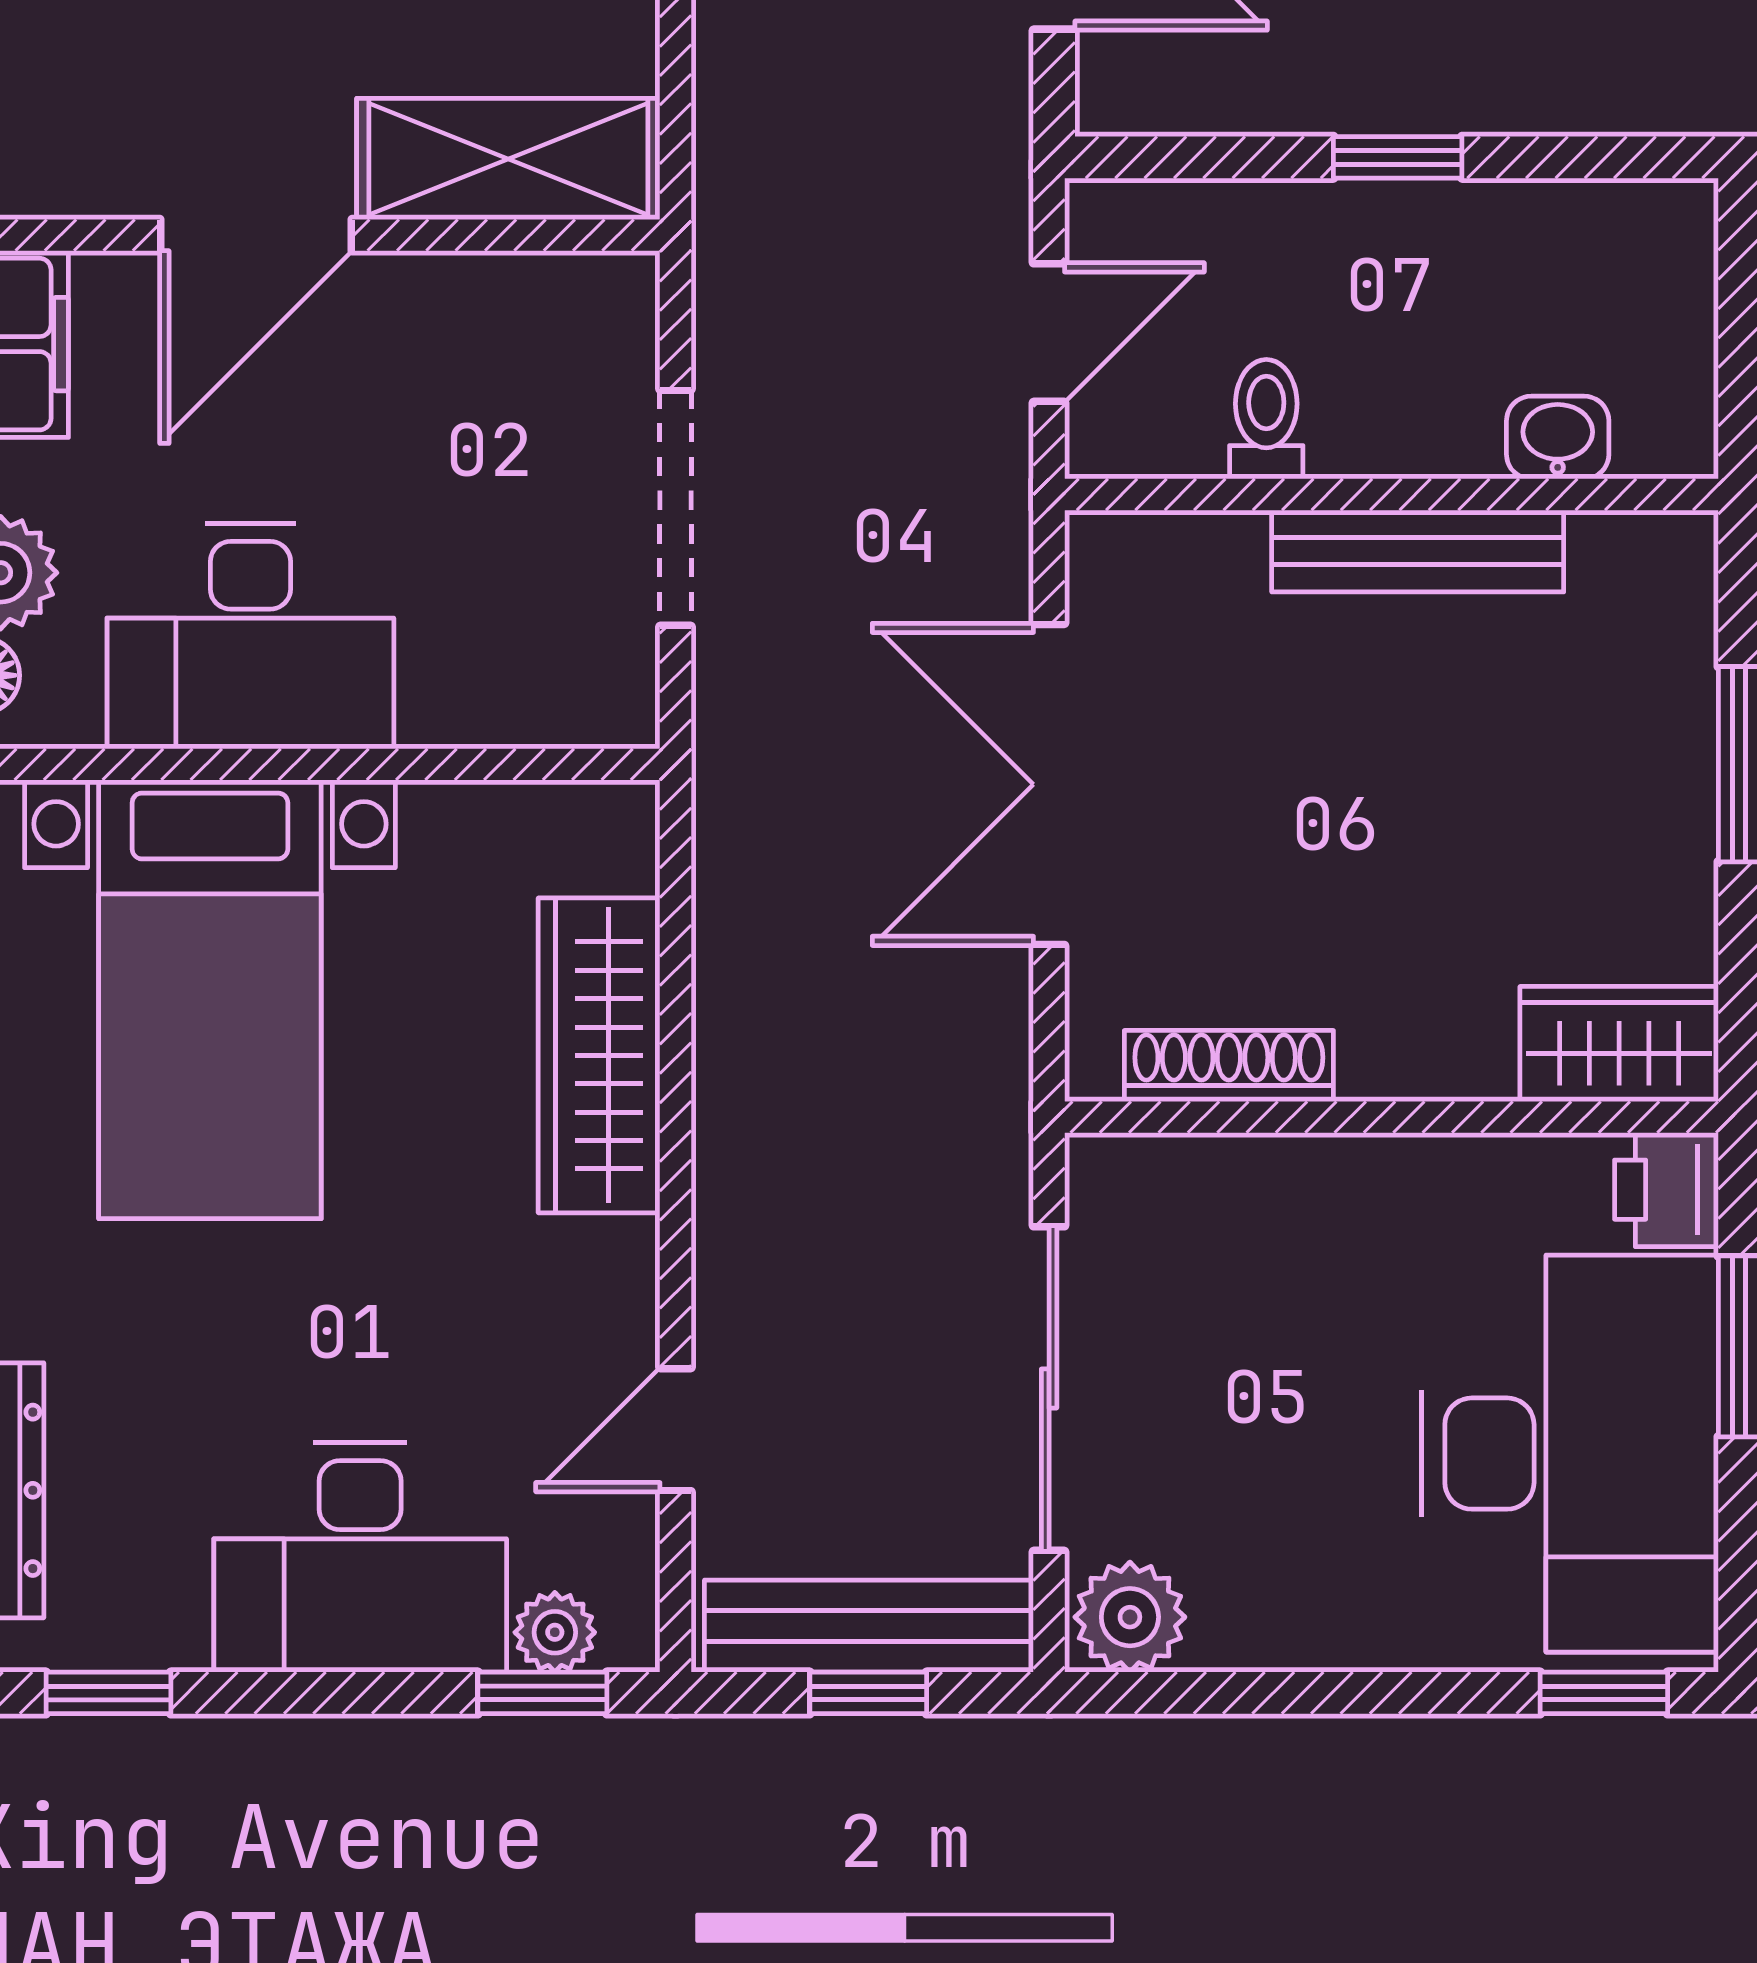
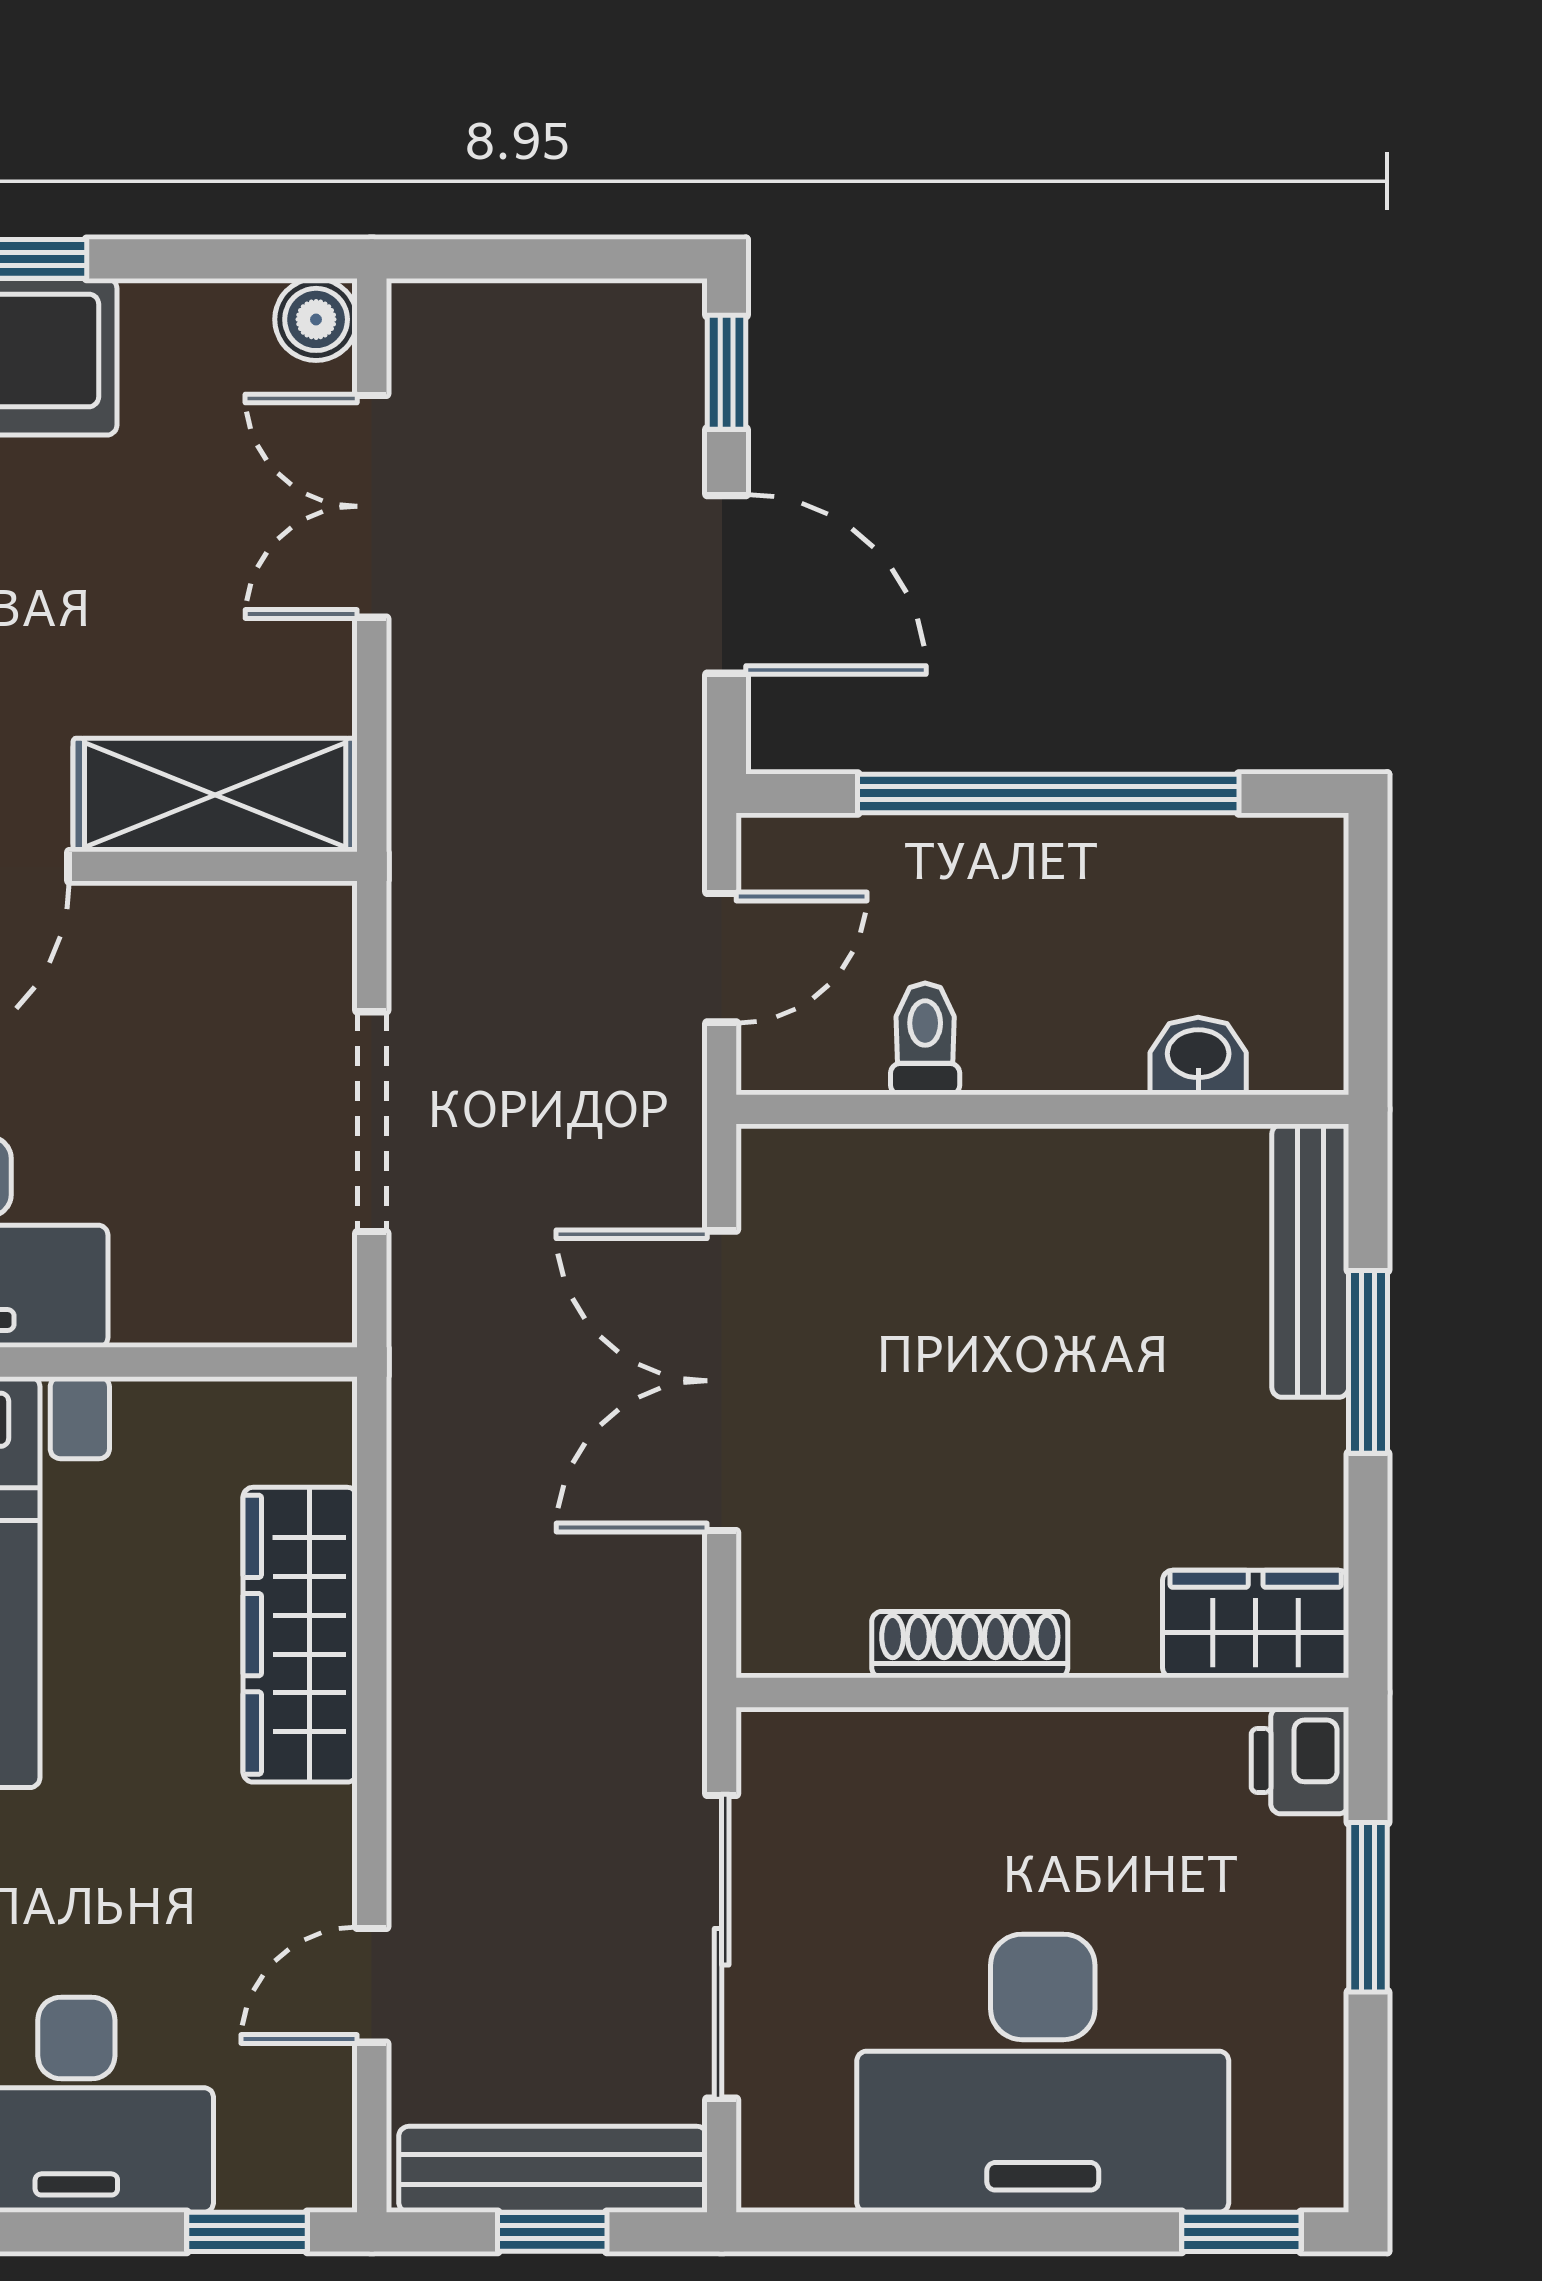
window: (1398, 157) -> (1048, 793), width x3.17
bench: (1418, 551) -> (1310, 1261), moved, turned 90
shoe rack: (1229, 1066) -> (970, 1645), moved
desk: (1570, 1454) -> (1043, 2073), moved, turned 90
plant: (1130, 1617) -> (797, 2161), removed
plant: (555, 1632) -> (259, 2175), removed

